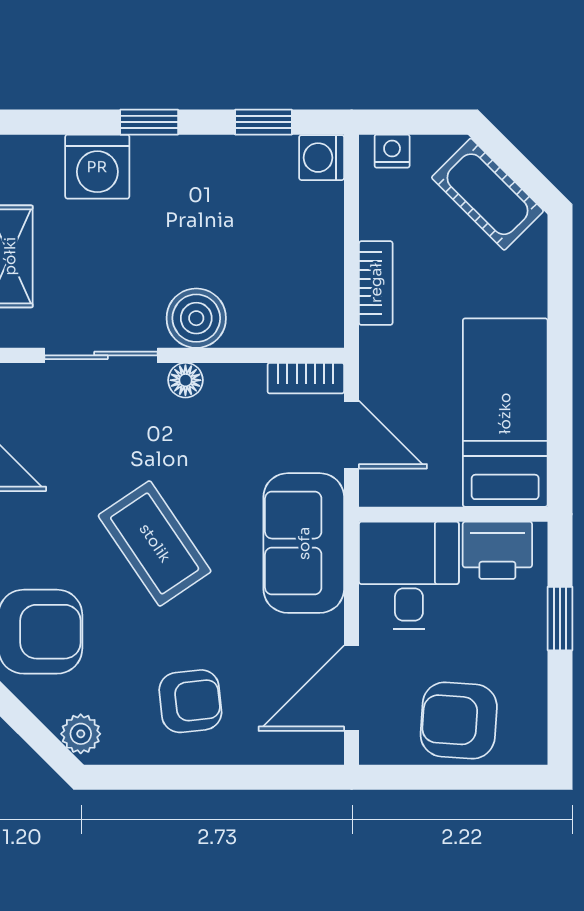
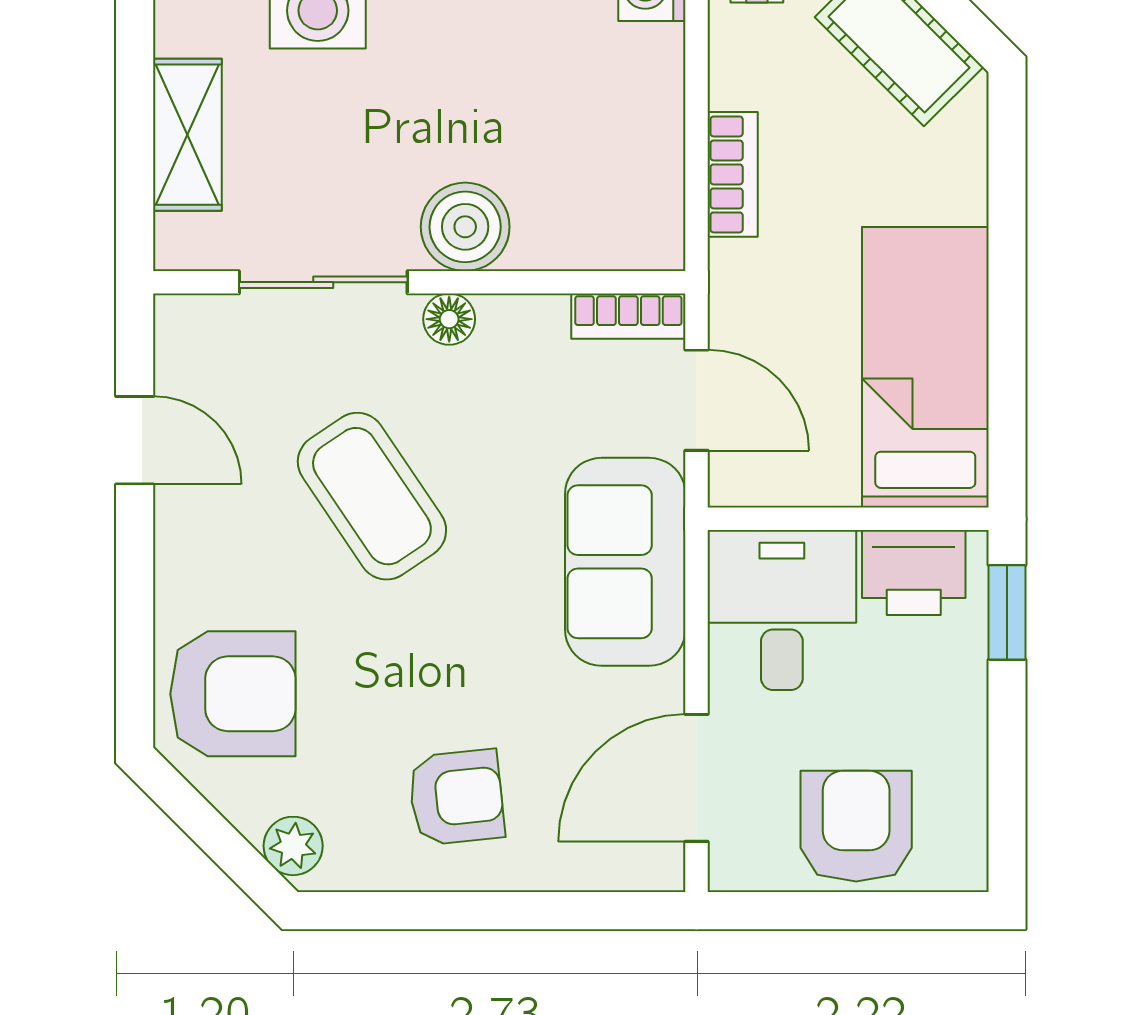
coffee table: (155, 543) -> (372, 496), moved
window: (560, 619) -> (1007, 612), moved
armchair: (459, 720) -> (856, 826), turned 86

